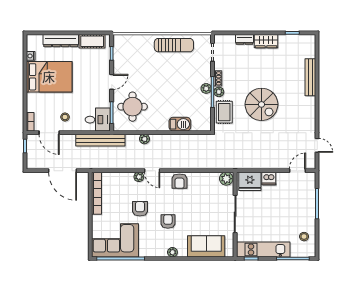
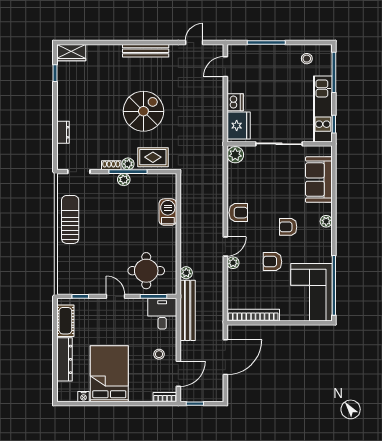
wardrobe: (266, 41) -> (71, 53), moved, turned 90
bench: (310, 77) -> (146, 51), moved
plant: (144, 139) -> (186, 273), moved
door: (298, 171) -> (225, 67), hinge flipped

